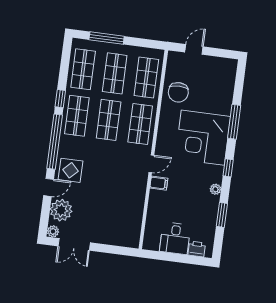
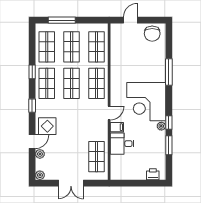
chair: (178, 92) -> (152, 34), moved
corner desk: (203, 138) -> (146, 102), moved
window: (55, 142) -> (32, 106), width x0.32
window: (228, 168) -> (169, 123), moved
plant: (61, 210) -> (40, 154), width x0.53, depth x0.53
shop shelf: (128, 217) -> (96, 157), added
desk: (175, 238) -> (122, 144), moved, turned 90
double door: (74, 244) -> (71, 183), moved

